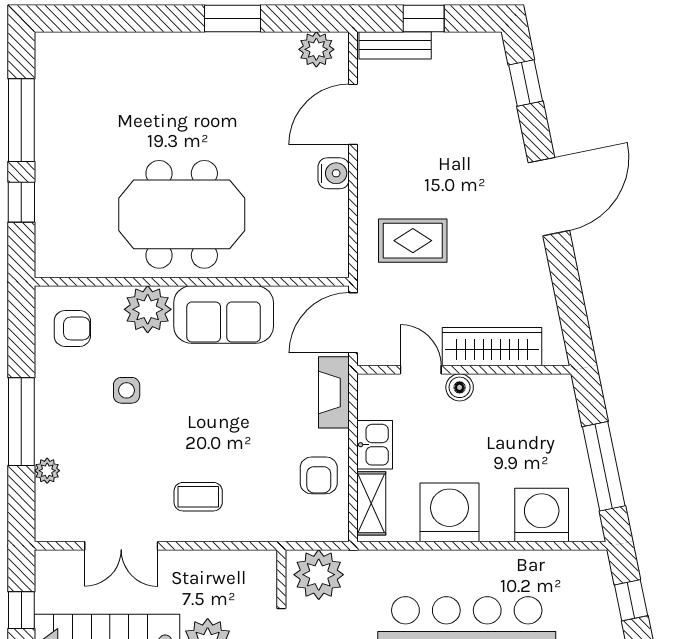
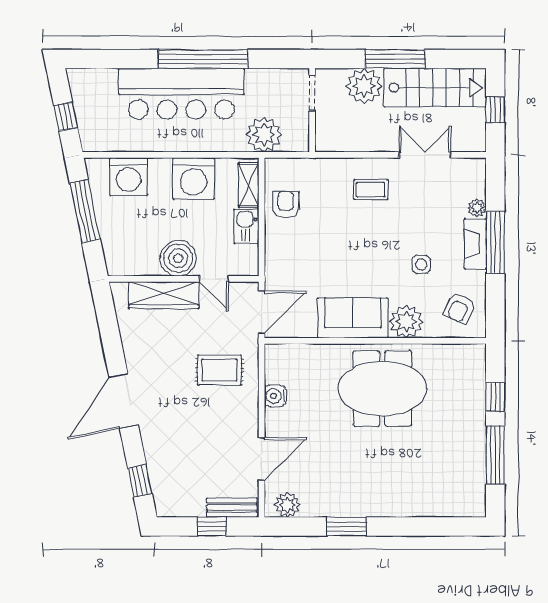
water cooler: (334, 173) -> (275, 396), moved
armchair: (72, 328) -> (459, 308), turned -66
boiler: (460, 387) -> (178, 258), width x1.86, depth x1.86
fireplace: (334, 392) -> (475, 244), moved, turned 180
plant: (319, 575) -> (264, 135), moved

